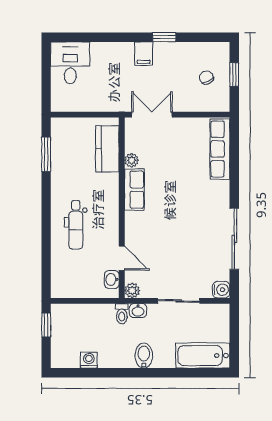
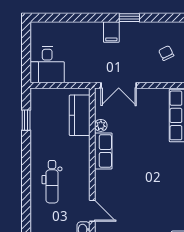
desk: (70, 63) -> (47, 65), moved, turned 180
double door: (152, 115) -> (119, 85), swing flipped
window: (46, 154) -> (26, 120), width x0.67

